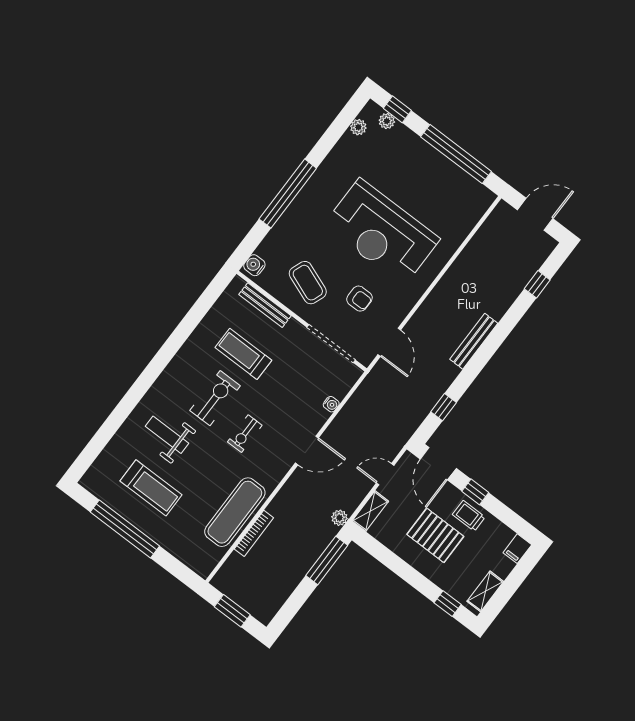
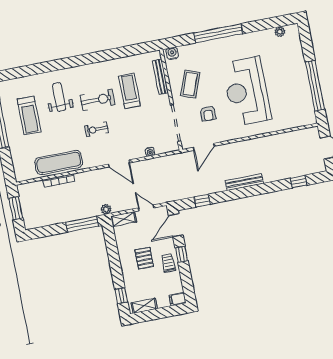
window: (397, 109) -> (306, 40), removed
plant: (387, 121) -> (296, 41), removed
pallet: (435, 535) -> (144, 258), width x0.67, depth x0.71

